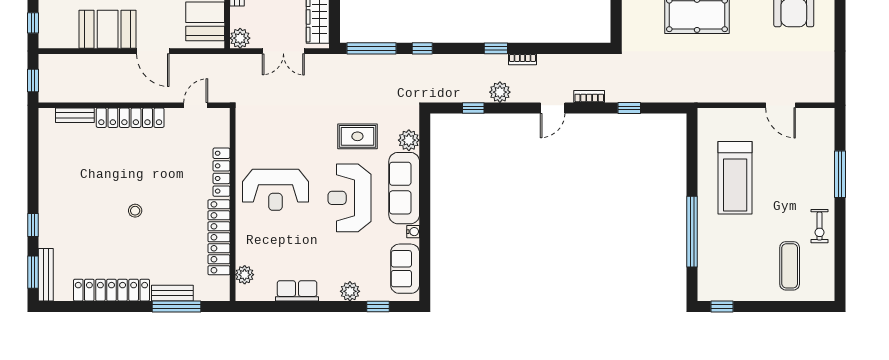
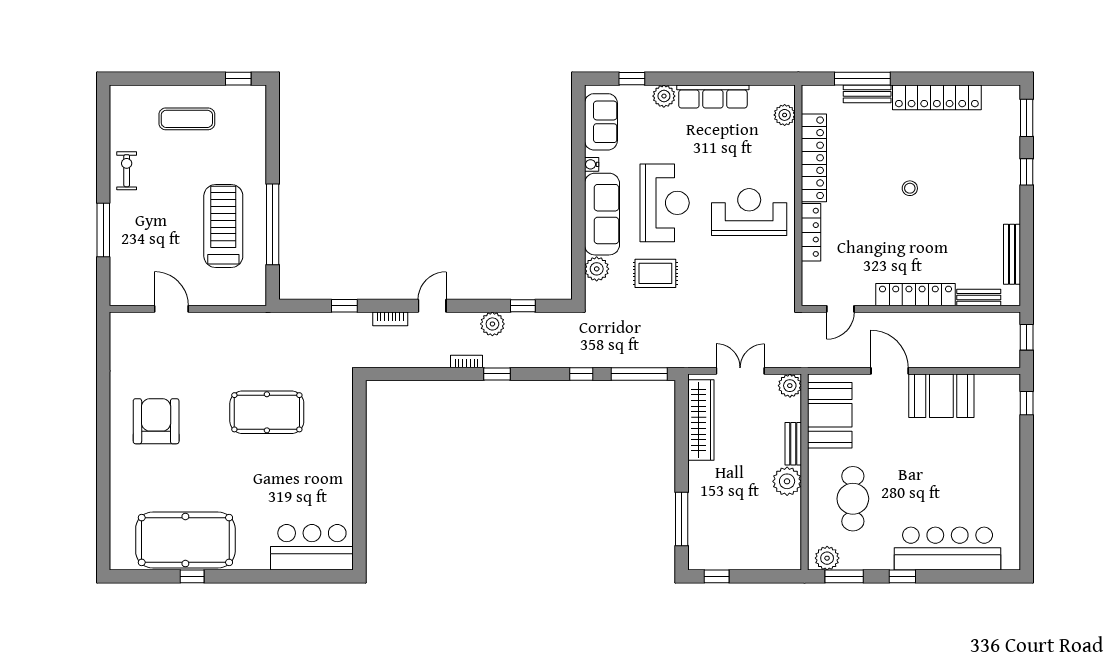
window: (692, 232) -> (273, 224), moved
exercise mat: (790, 266) -> (187, 119), moved, turned 90
bench: (46, 275) -> (1012, 254), moved
row of seats: (297, 291) -> (713, 96), width x1.48

